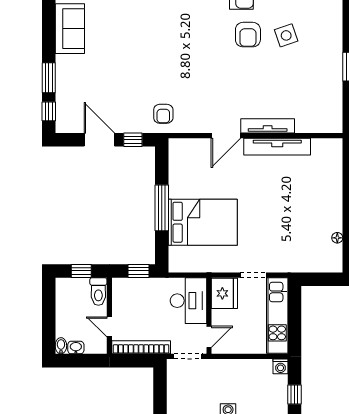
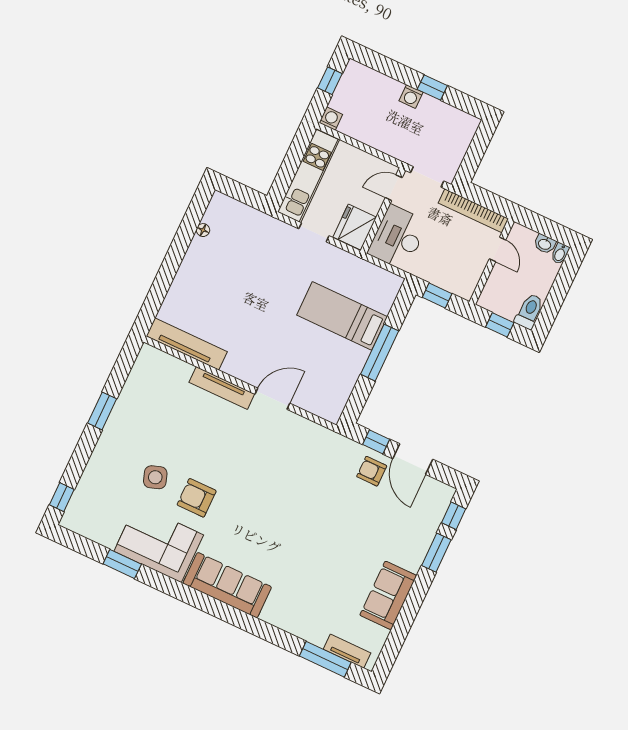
armchair: (248, 35) -> (197, 498), turned -90
armchair: (163, 114) -> (372, 471), moved, turned -90
tv unit: (277, 147) -> (187, 344), moved
bed: (203, 222) -> (342, 316), width x0.67
toilet: (98, 292) -> (529, 311), moved

